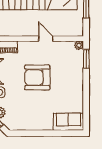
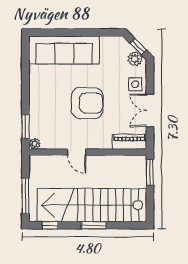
sofa: (68, 122) -> (64, 50), width x1.85, depth x1.27

